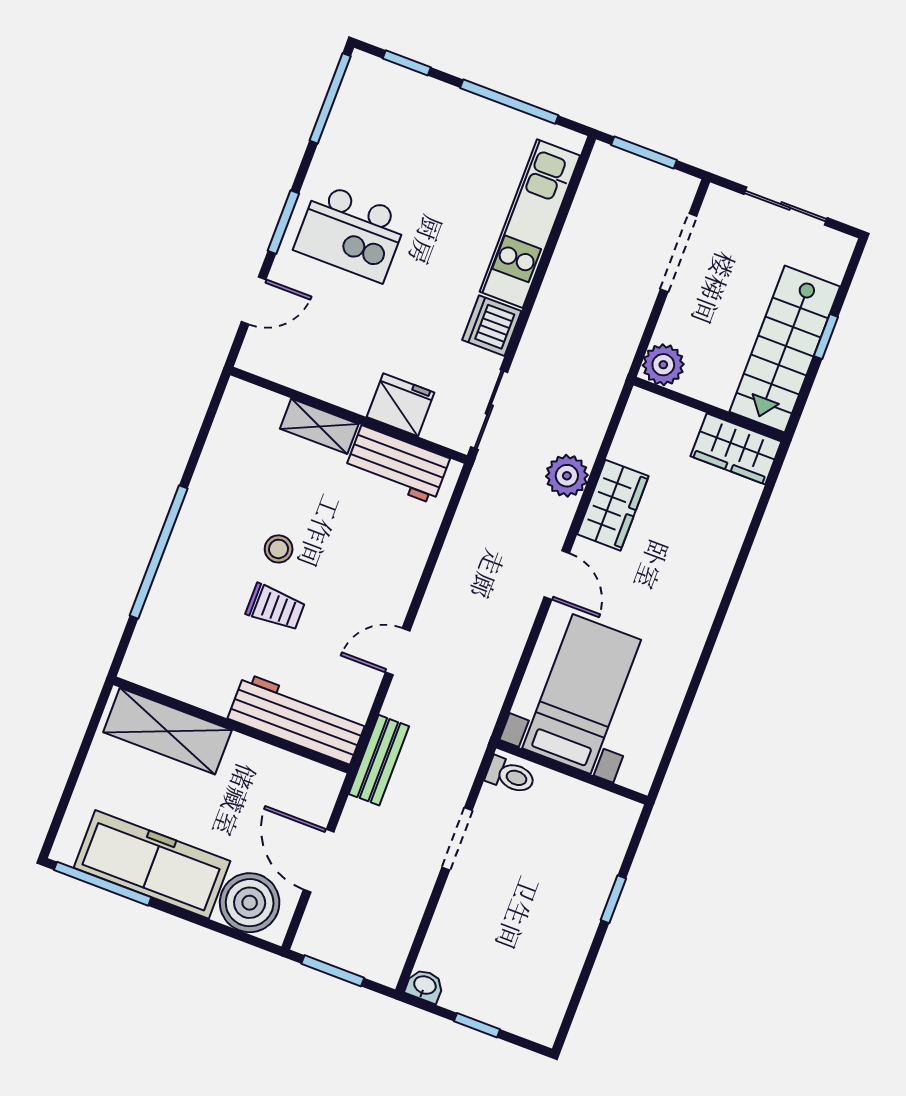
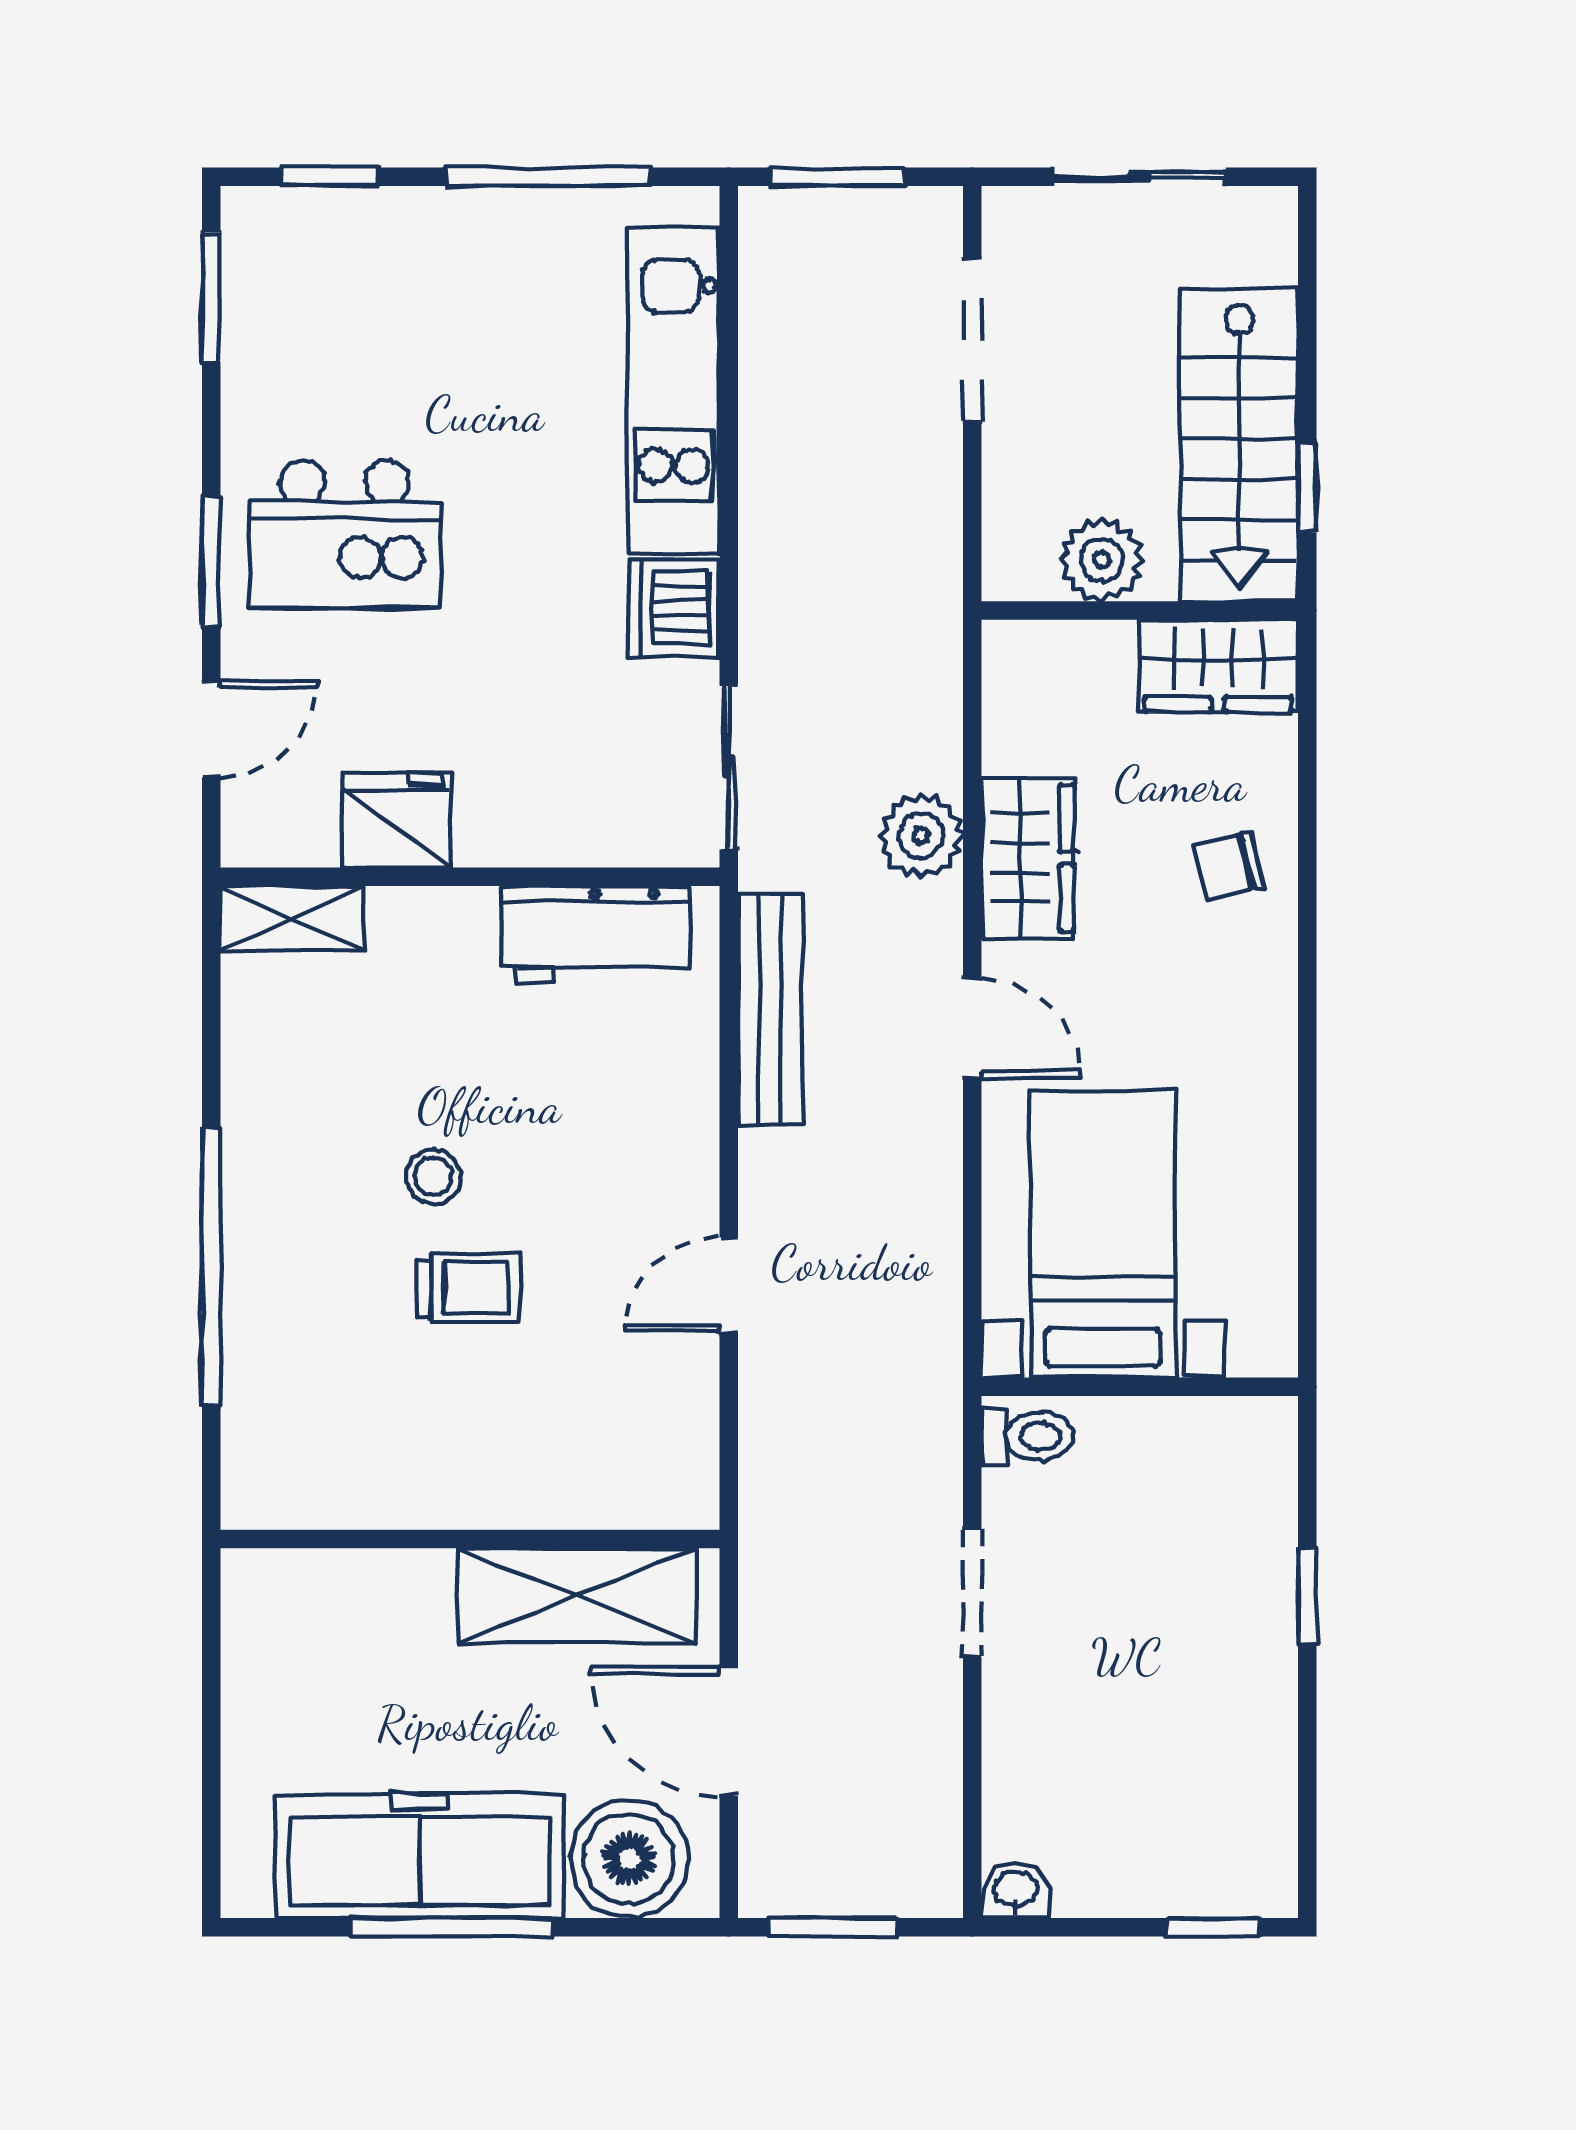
window: (330, 98) -> (211, 297), width x0.69
window: (826, 336) -> (1307, 487), moved
plant: (663, 365) -> (1102, 560), moved
fridge: (401, 405) -> (397, 821), moved
shelving: (319, 426) -> (292, 918), moved
chair: (706, 544) -> (1230, 866), added
workbench: (297, 719) -> (589, 1481), removed
shelving: (167, 731) -> (577, 1596), moved
bench: (379, 760) -> (770, 1009), moved, width x1.36
window: (103, 884) -> (452, 1927), moved
window: (477, 1025) -> (1214, 1927), moved

